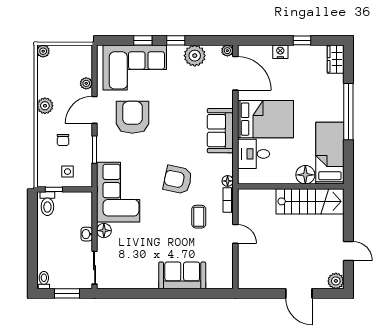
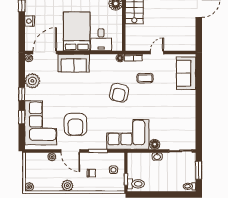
armchair: (132, 117) -> (76, 124), turned -90
sofa: (220, 131) -> (74, 63), moved
sofa: (182, 275) -> (186, 73), moved

